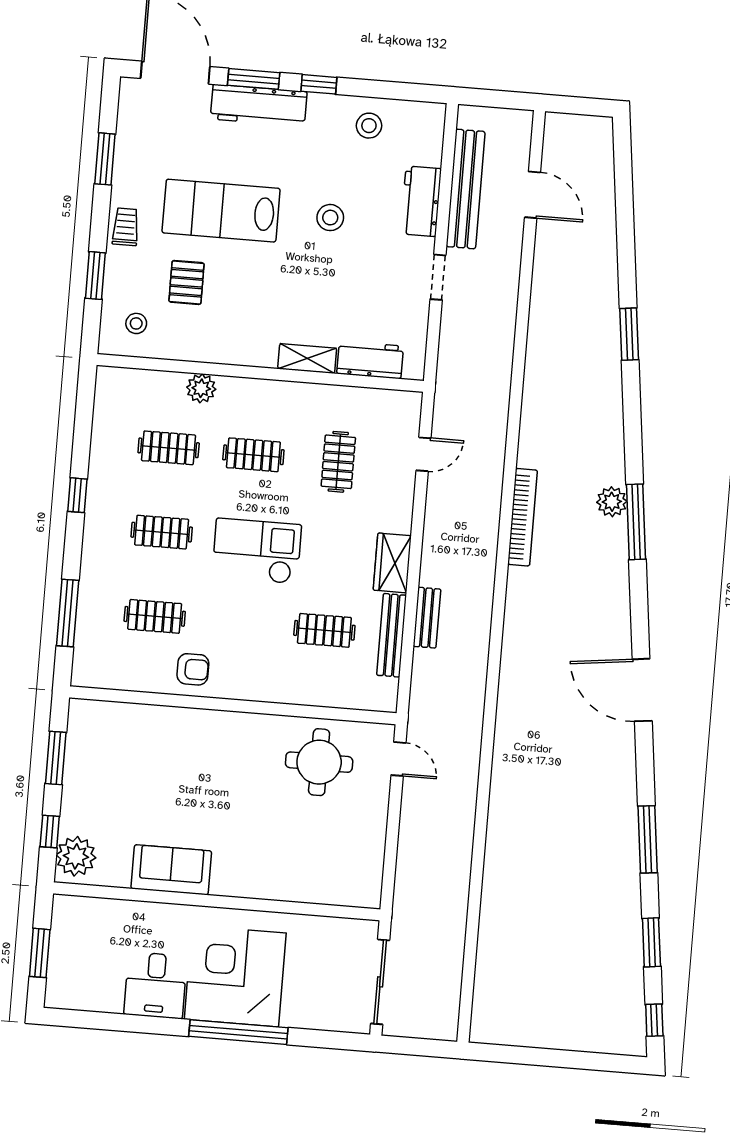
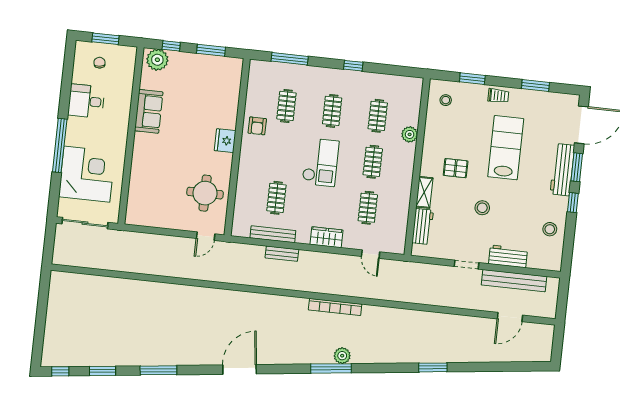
stool: (330, 218) -> (482, 208), moved
pallet: (187, 282) -> (456, 168), moved
clothes rail: (338, 462) -> (368, 208), turned 90
wardrobe: (392, 563) -> (326, 237), moved
fridge: (222, 728) -> (225, 141), added
chair: (84, 963) -> (99, 63), added
corner desk: (235, 976) -> (87, 174), moved

